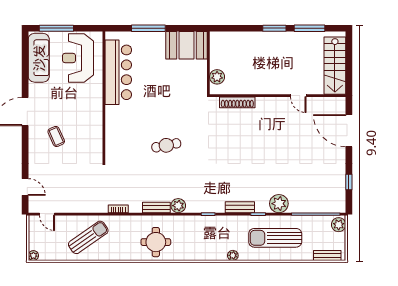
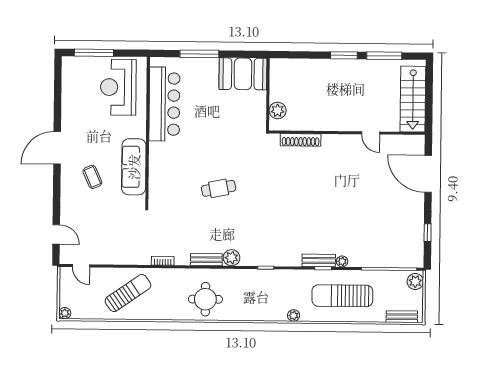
sofa: (39, 58) -> (134, 167), moved, turned 180
plant: (279, 204) -> (342, 261), width x0.53, depth x0.53
bench: (240, 207) -> (319, 260), moved

